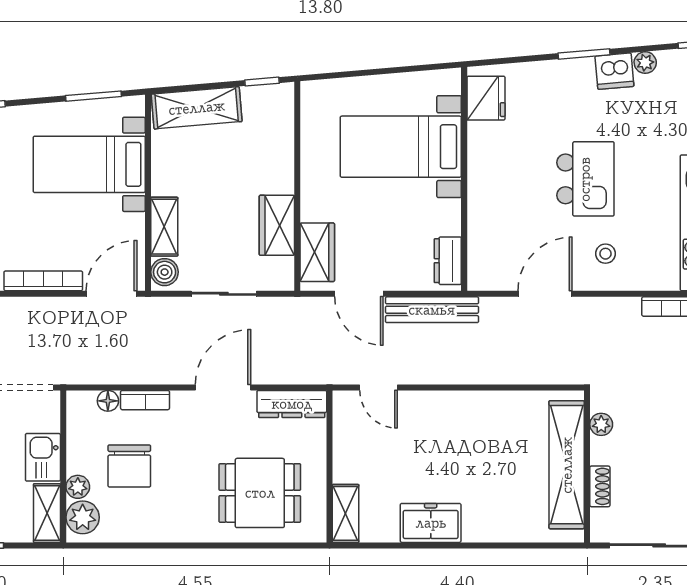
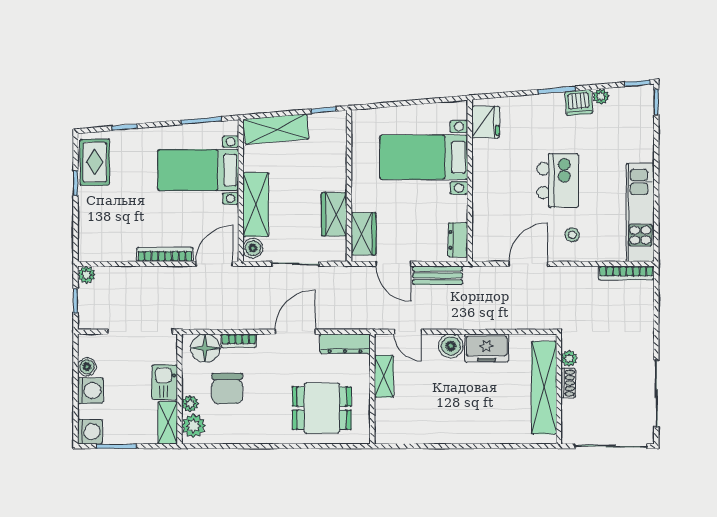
shelving: (164, 227) -> (256, 204), width x1.50, depth x1.33
bench: (432, 310) -> (438, 275), width x0.73
floor lamp: (108, 401) -> (205, 348), width x1.89, depth x1.89
boiler: (438, 407) -> (451, 346), added
shoe rack: (600, 486) -> (568, 383), moved
shelving: (346, 513) -> (384, 376), moved
freezer: (431, 523) -> (487, 348), moved, turned 180

